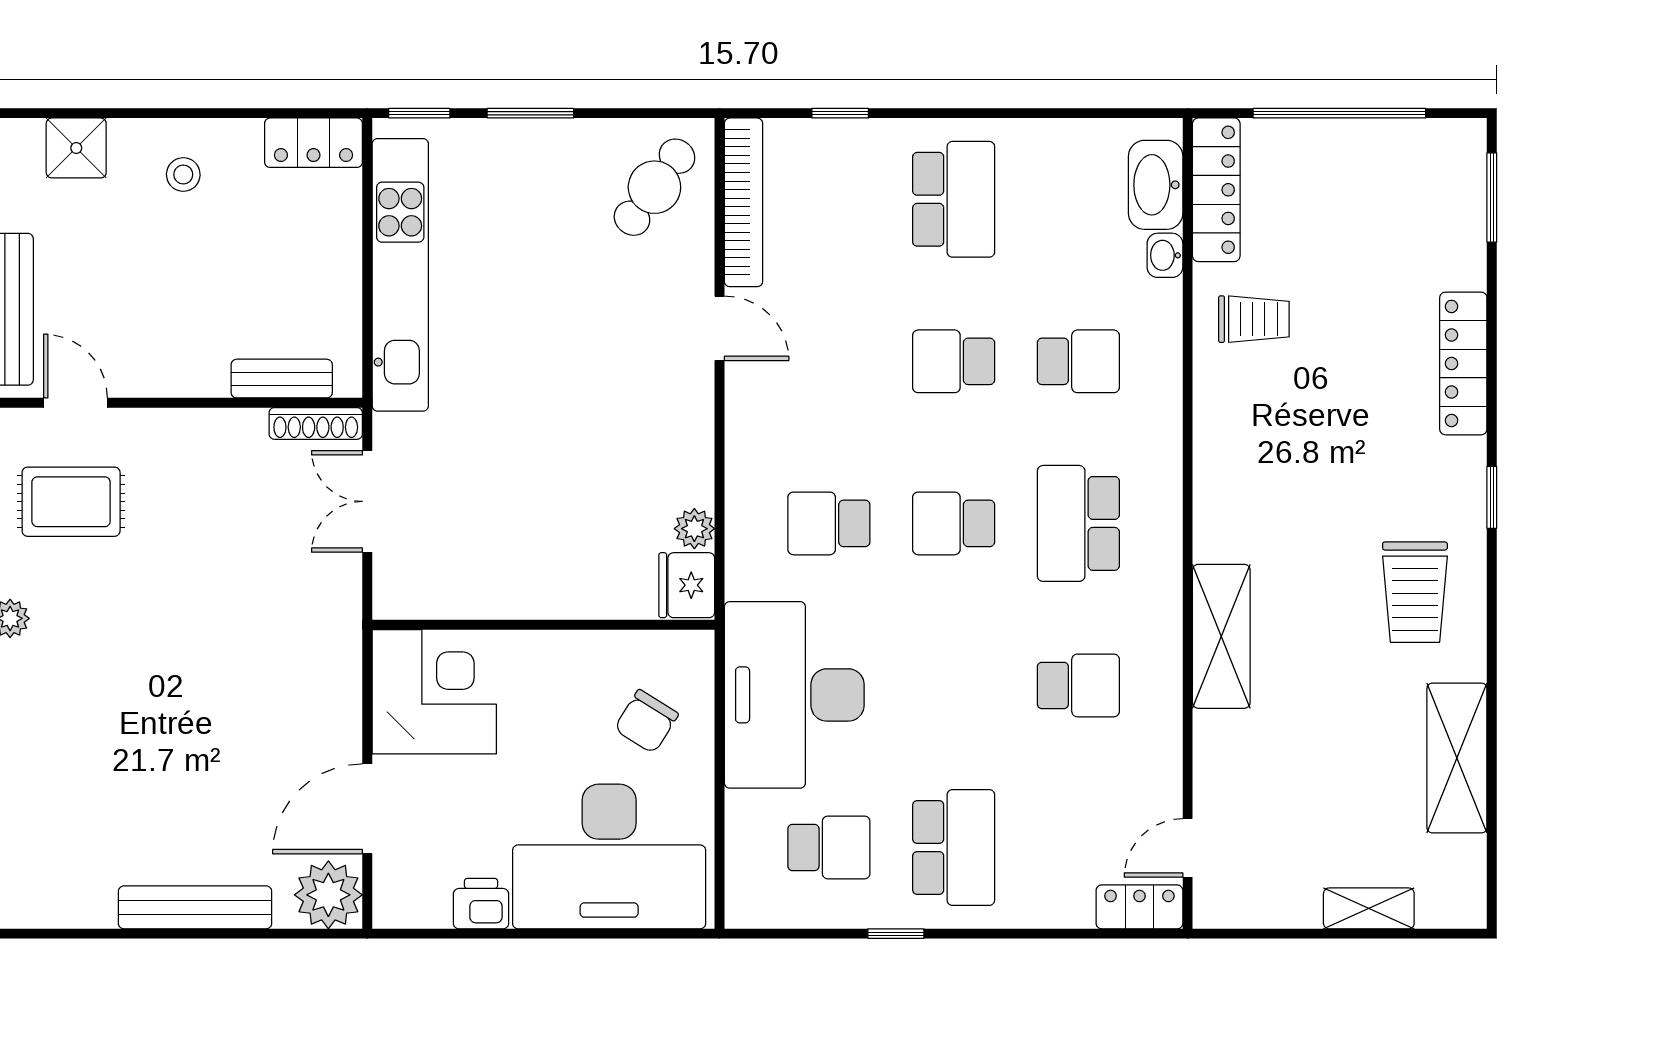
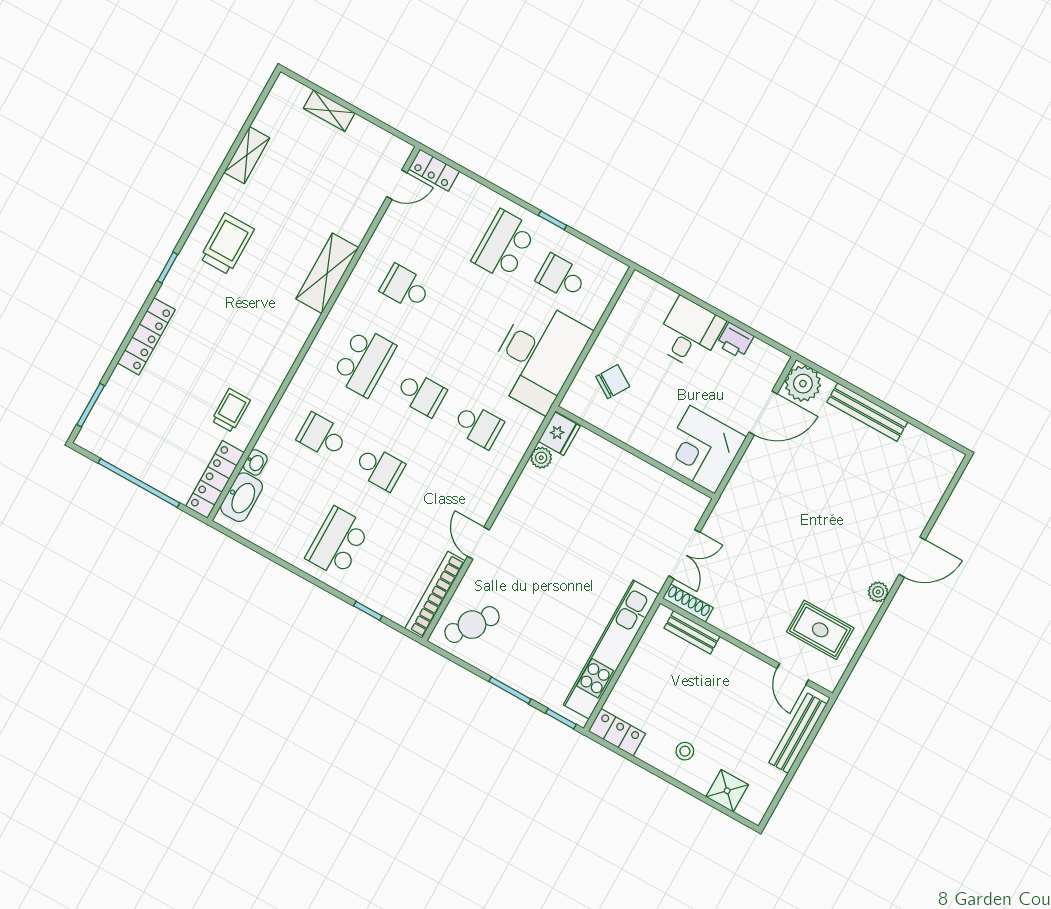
trolley: (1254, 319) -> (231, 410), turned 90
shelving: (1457, 758) -> (247, 155), width x0.67, depth x0.75
desk: (609, 857) -> (689, 333), width x0.53, depth x0.77

